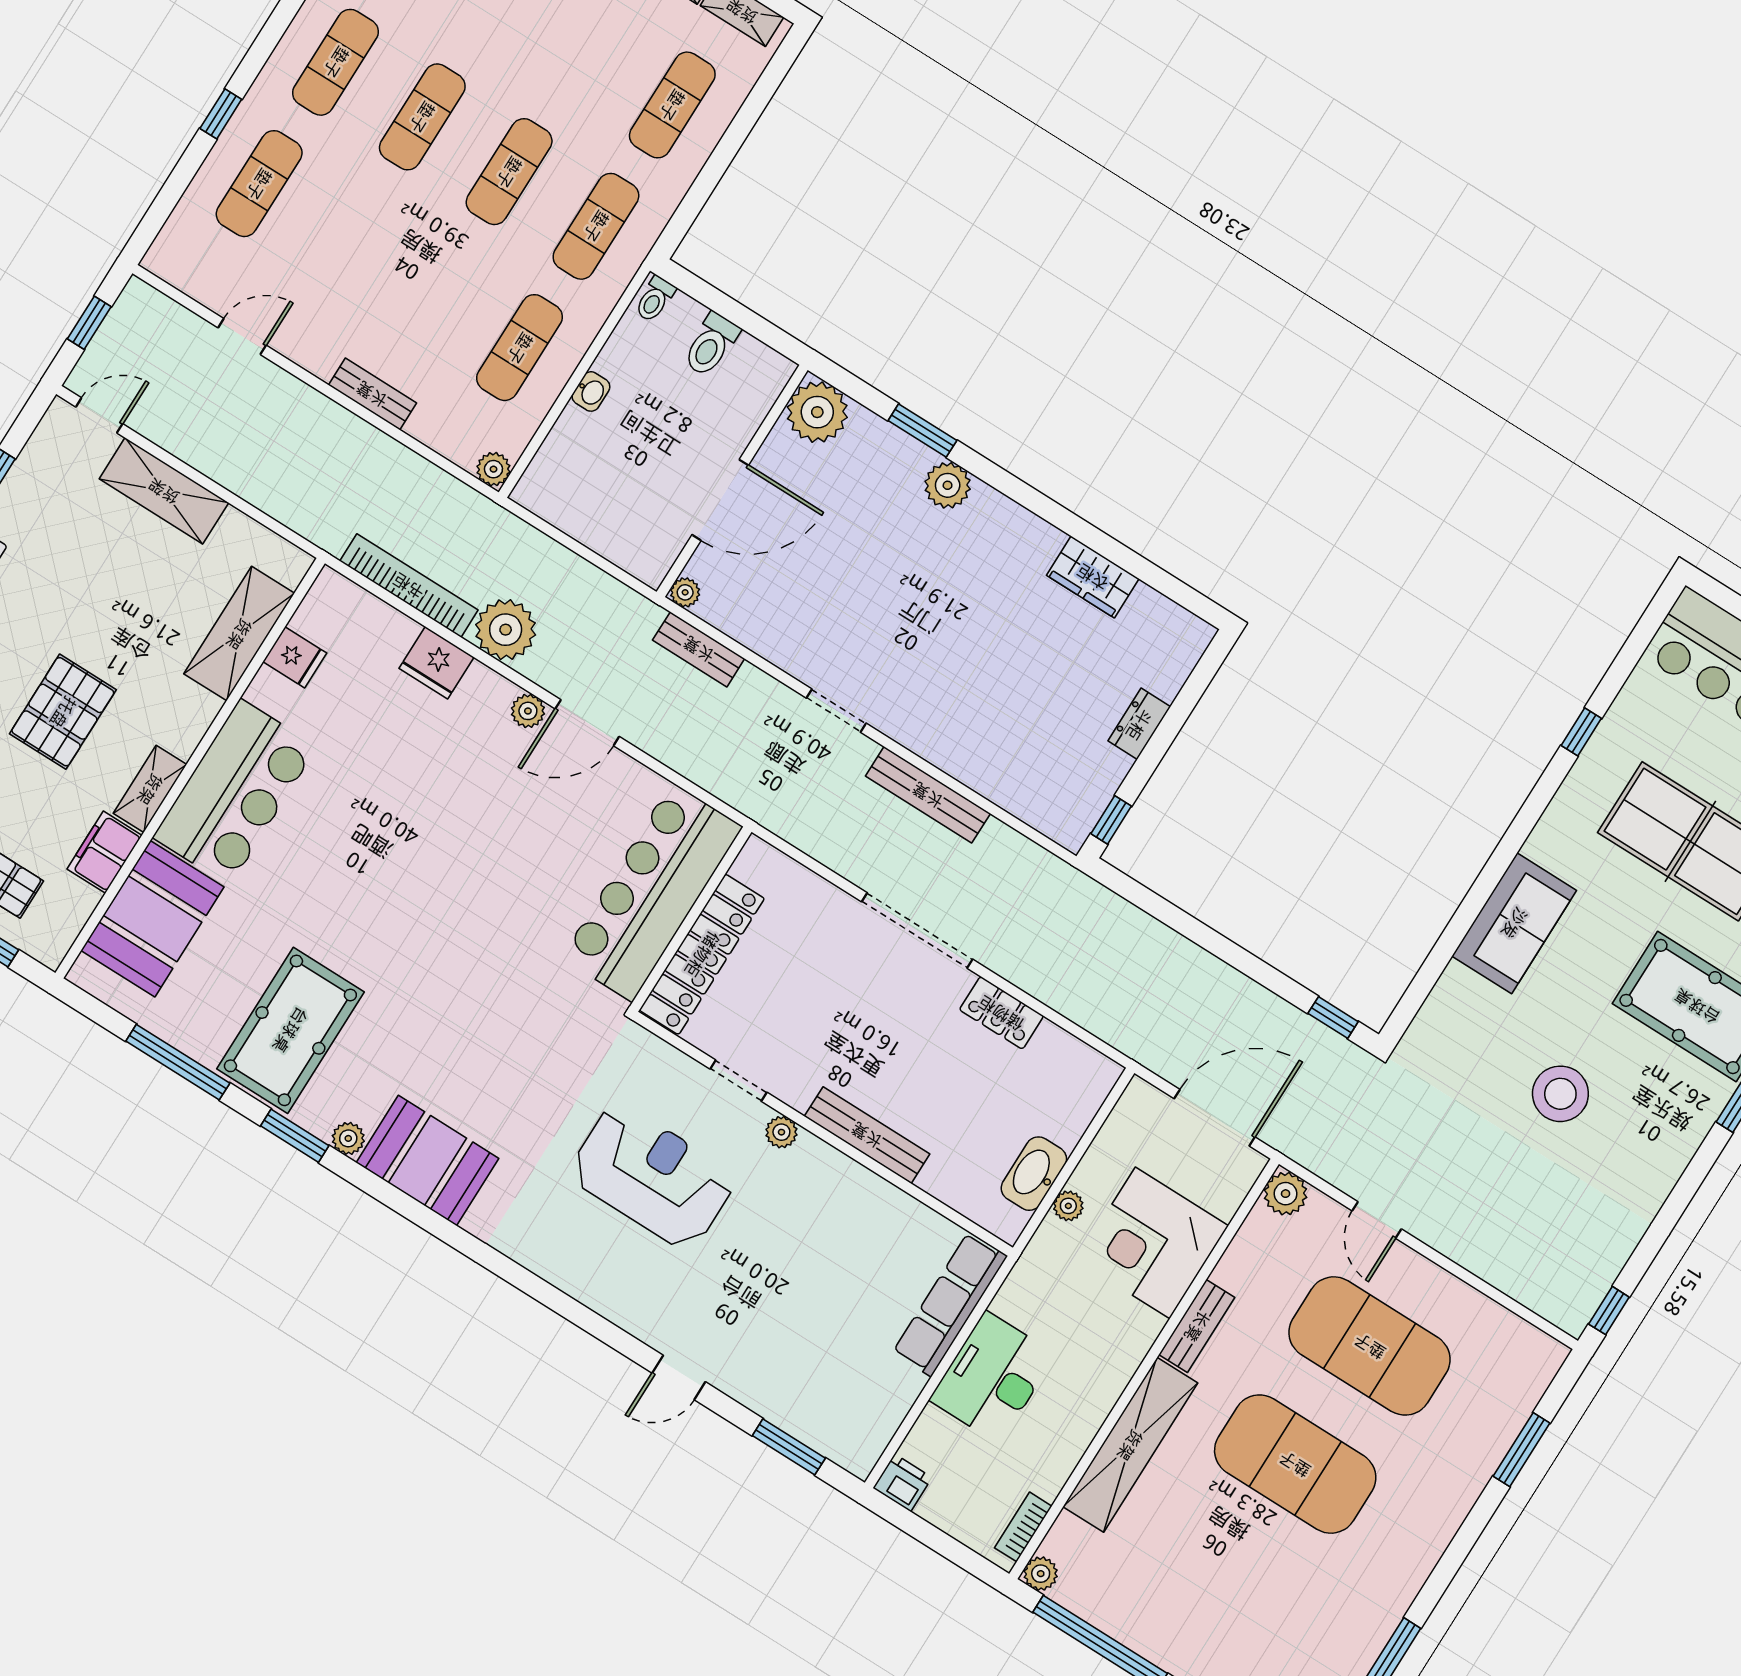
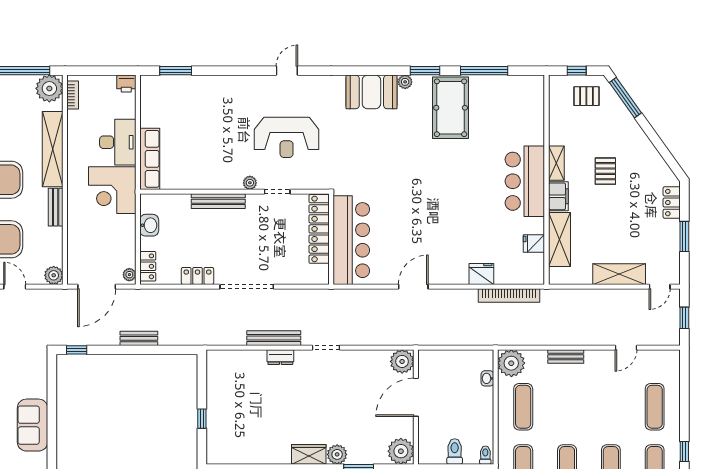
window: (221, 114) -> (684, 452), moved
washbasin: (591, 391) -> (487, 378), moved
plant: (493, 469) -> (511, 363), width x1.88, depth x1.88
wardrobe: (1093, 577) -> (309, 454), moved
plant: (685, 592) -> (402, 361), width x1.88, depth x1.88
plant: (506, 630) -> (464, 302), removed
bench: (699, 649) -> (139, 338), moved
plant: (528, 711) -> (437, 277), removed
pallet: (63, 712) -> (605, 171), width x0.67, depth x0.71
dresser: (1139, 724) -> (280, 357), moved, turned 90
window: (1111, 820) -> (202, 419), moved
filing cabinet: (105, 852) -> (558, 196), moved
booth: (152, 919) -> (526, 117), removed
locker: (1088, 1094) -> (148, 266), added
washbasin: (1034, 1174) -> (149, 225), width x0.72
plant: (1068, 1206) -> (129, 275), moved
corner desk: (1153, 1243) -> (112, 190), moved, turned 180
door: (679, 1377) -> (287, 71), moved
plant: (1041, 1574) -> (49, 88), width x1.87, depth x1.87

